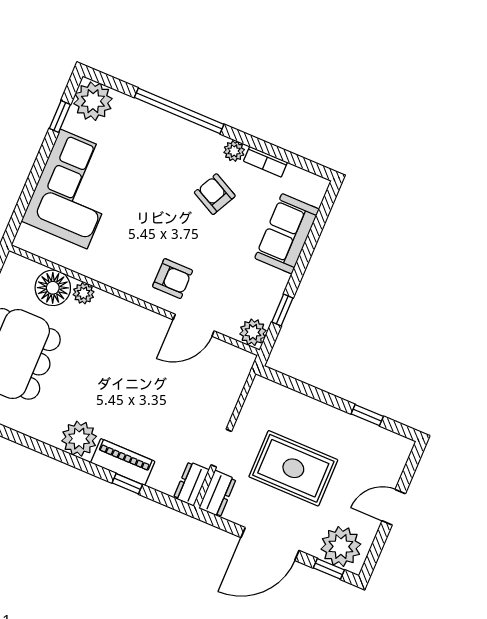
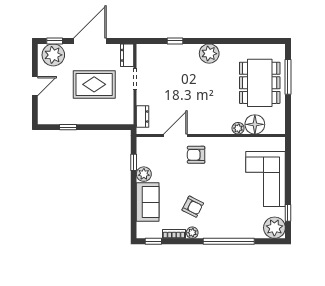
window: (305, 164) -> (153, 241), added
plant: (253, 332) -> (144, 174), moved
piano: (123, 462) -> (182, 51), removed
dresser: (191, 484) -> (143, 117), moved

